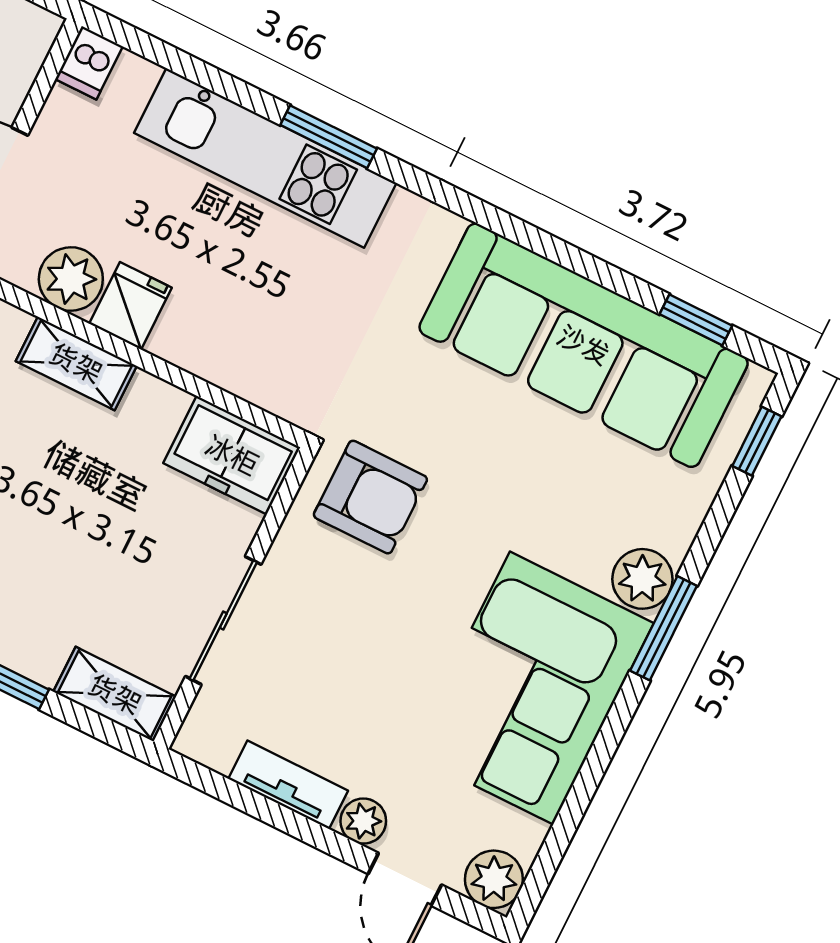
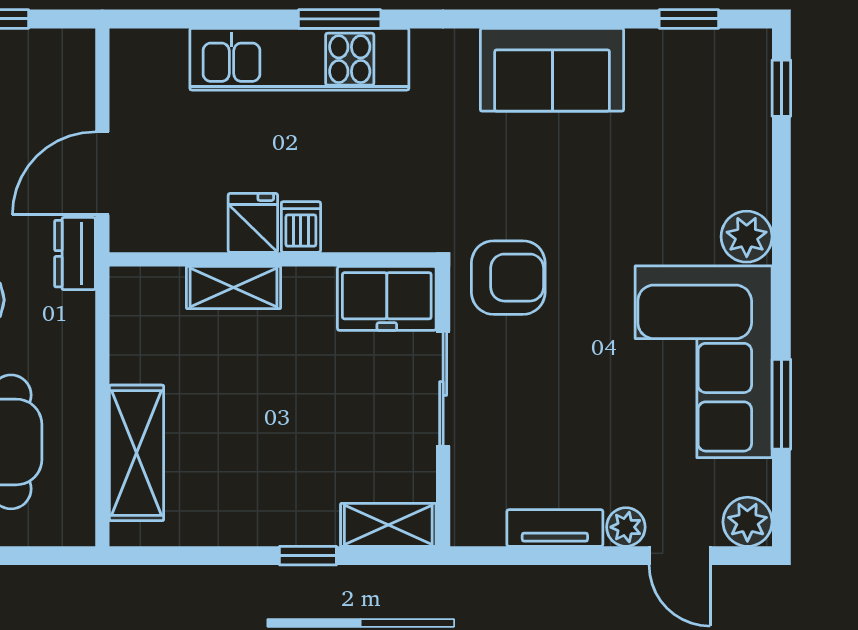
dishwasher: (89, 63) -> (301, 227), moved, turned 180
plant: (71, 279) -> (197, 225), removed
sofa: (584, 345) -> (552, 70), width x0.54, depth x0.79
sliding door: (223, 620) -> (443, 389), moved
window: (664, 628) -> (781, 404), moved

